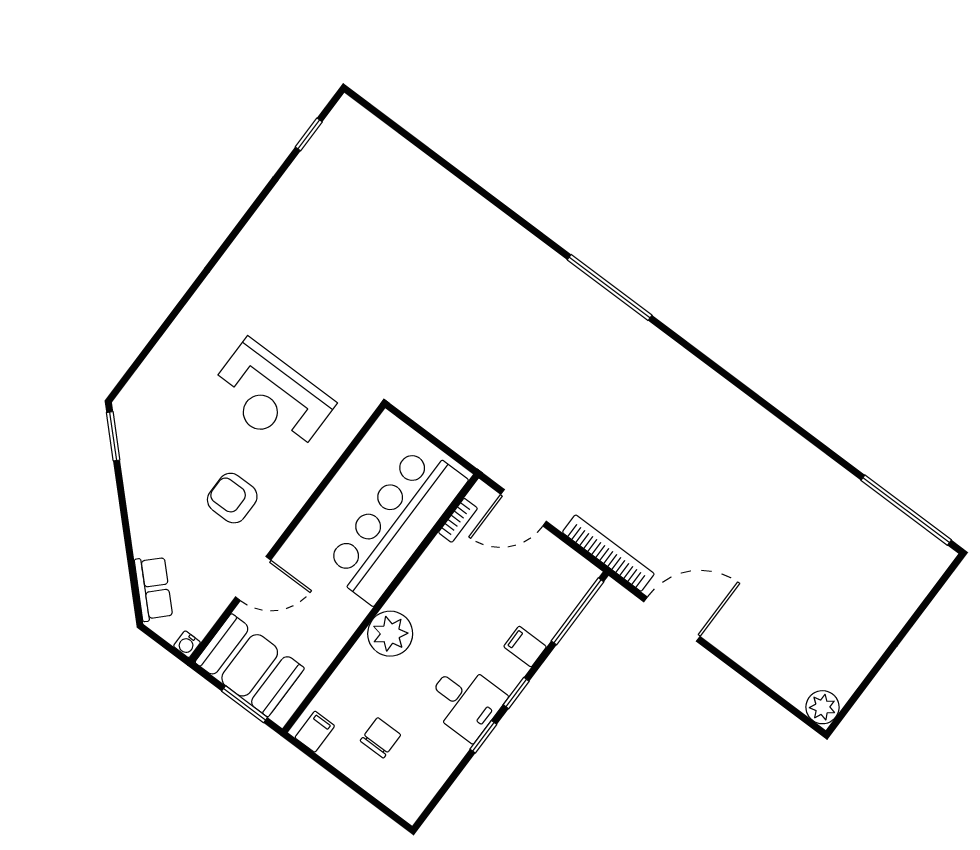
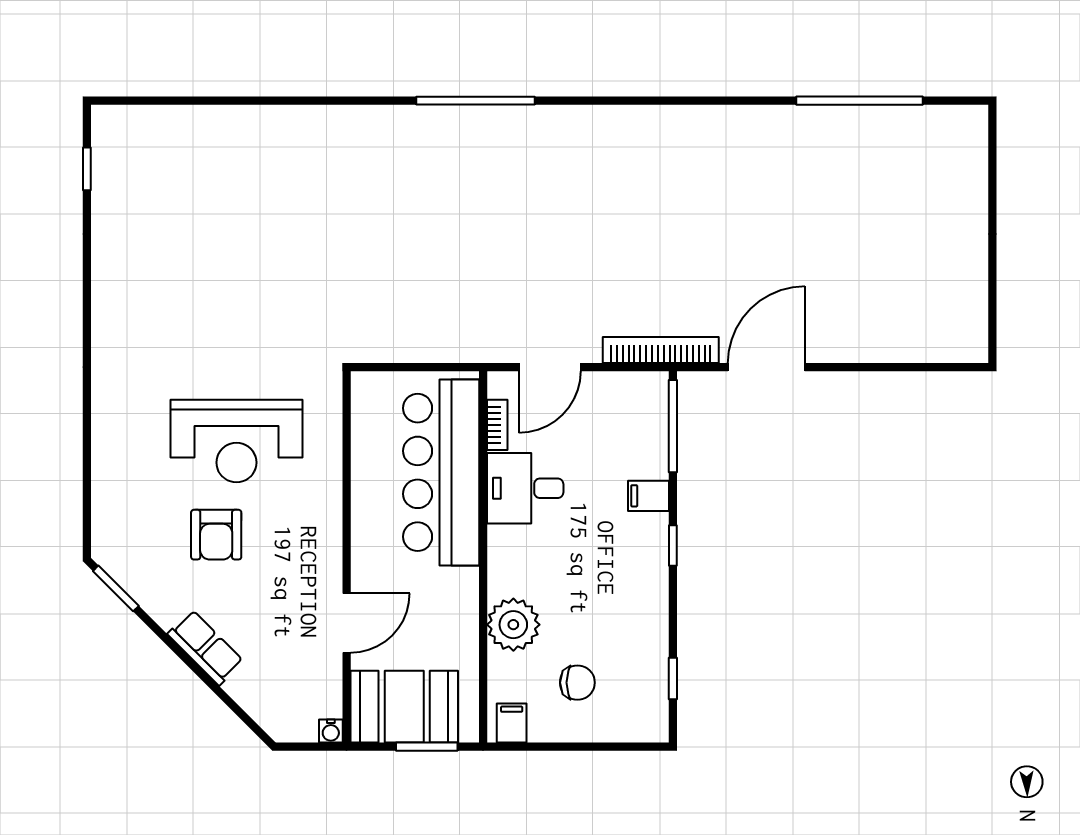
armchair: (232, 498) -> (216, 535), moved, turned -90
window: (906, 510) -> (859, 101), moved
row of seats: (154, 589) -> (205, 647), moved
plant: (390, 634) -> (513, 625), moved
desk: (465, 701) -> (525, 488), moved, turned 180
plant: (822, 707) -> (969, 344), removed
window: (483, 737) -> (673, 679), moved
chair: (380, 738) -> (577, 683), turned 90

